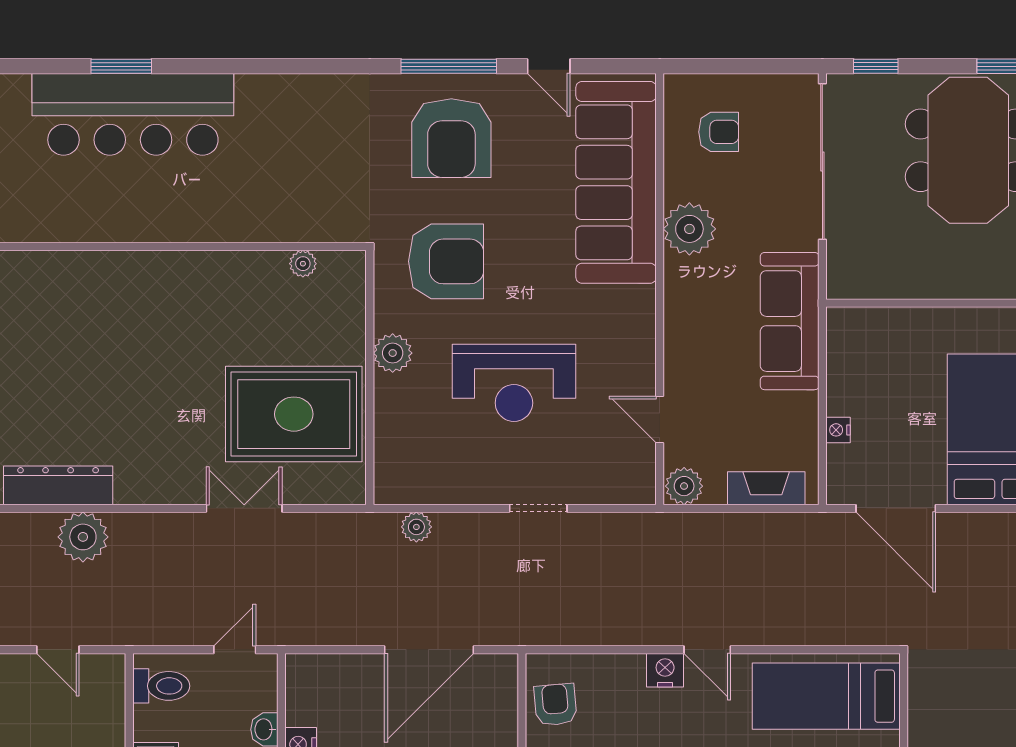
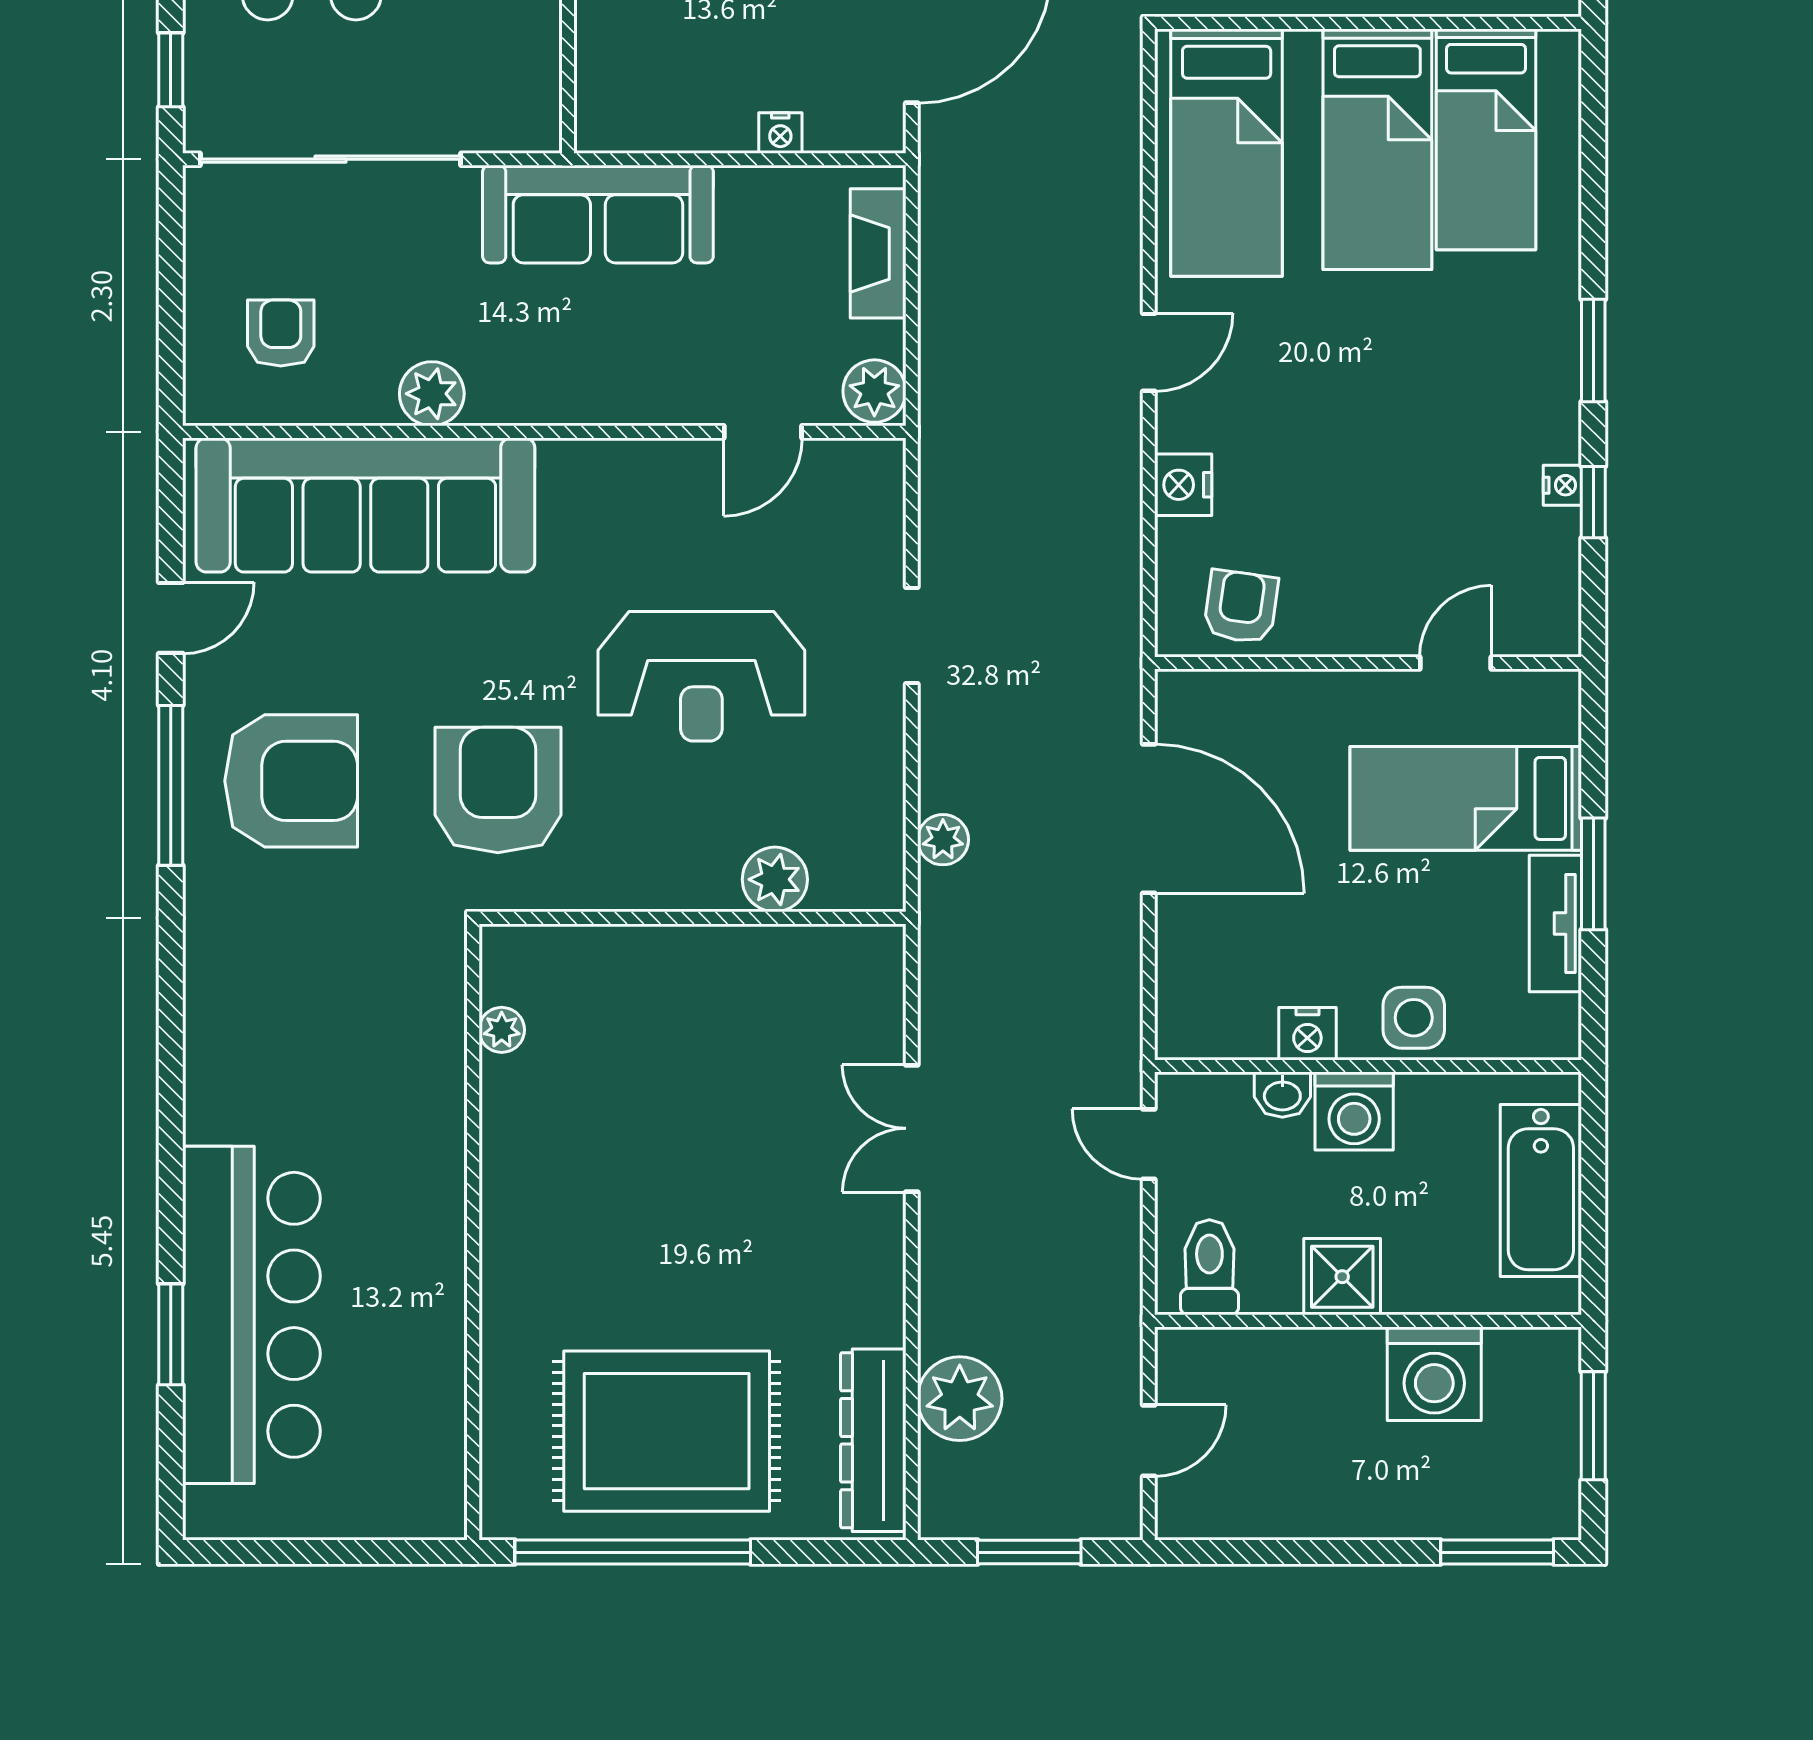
plant: (689, 229) -> (432, 394), width x0.73, depth x0.73
plant: (393, 353) -> (775, 879), moved
reception desk: (514, 383) -> (701, 676), turned 90
rug: (294, 414) -> (667, 1431), moved, turned 90
nightstand: (665, 670) -> (1183, 485), moved
armchair: (555, 705) -> (1241, 607), turned 103

